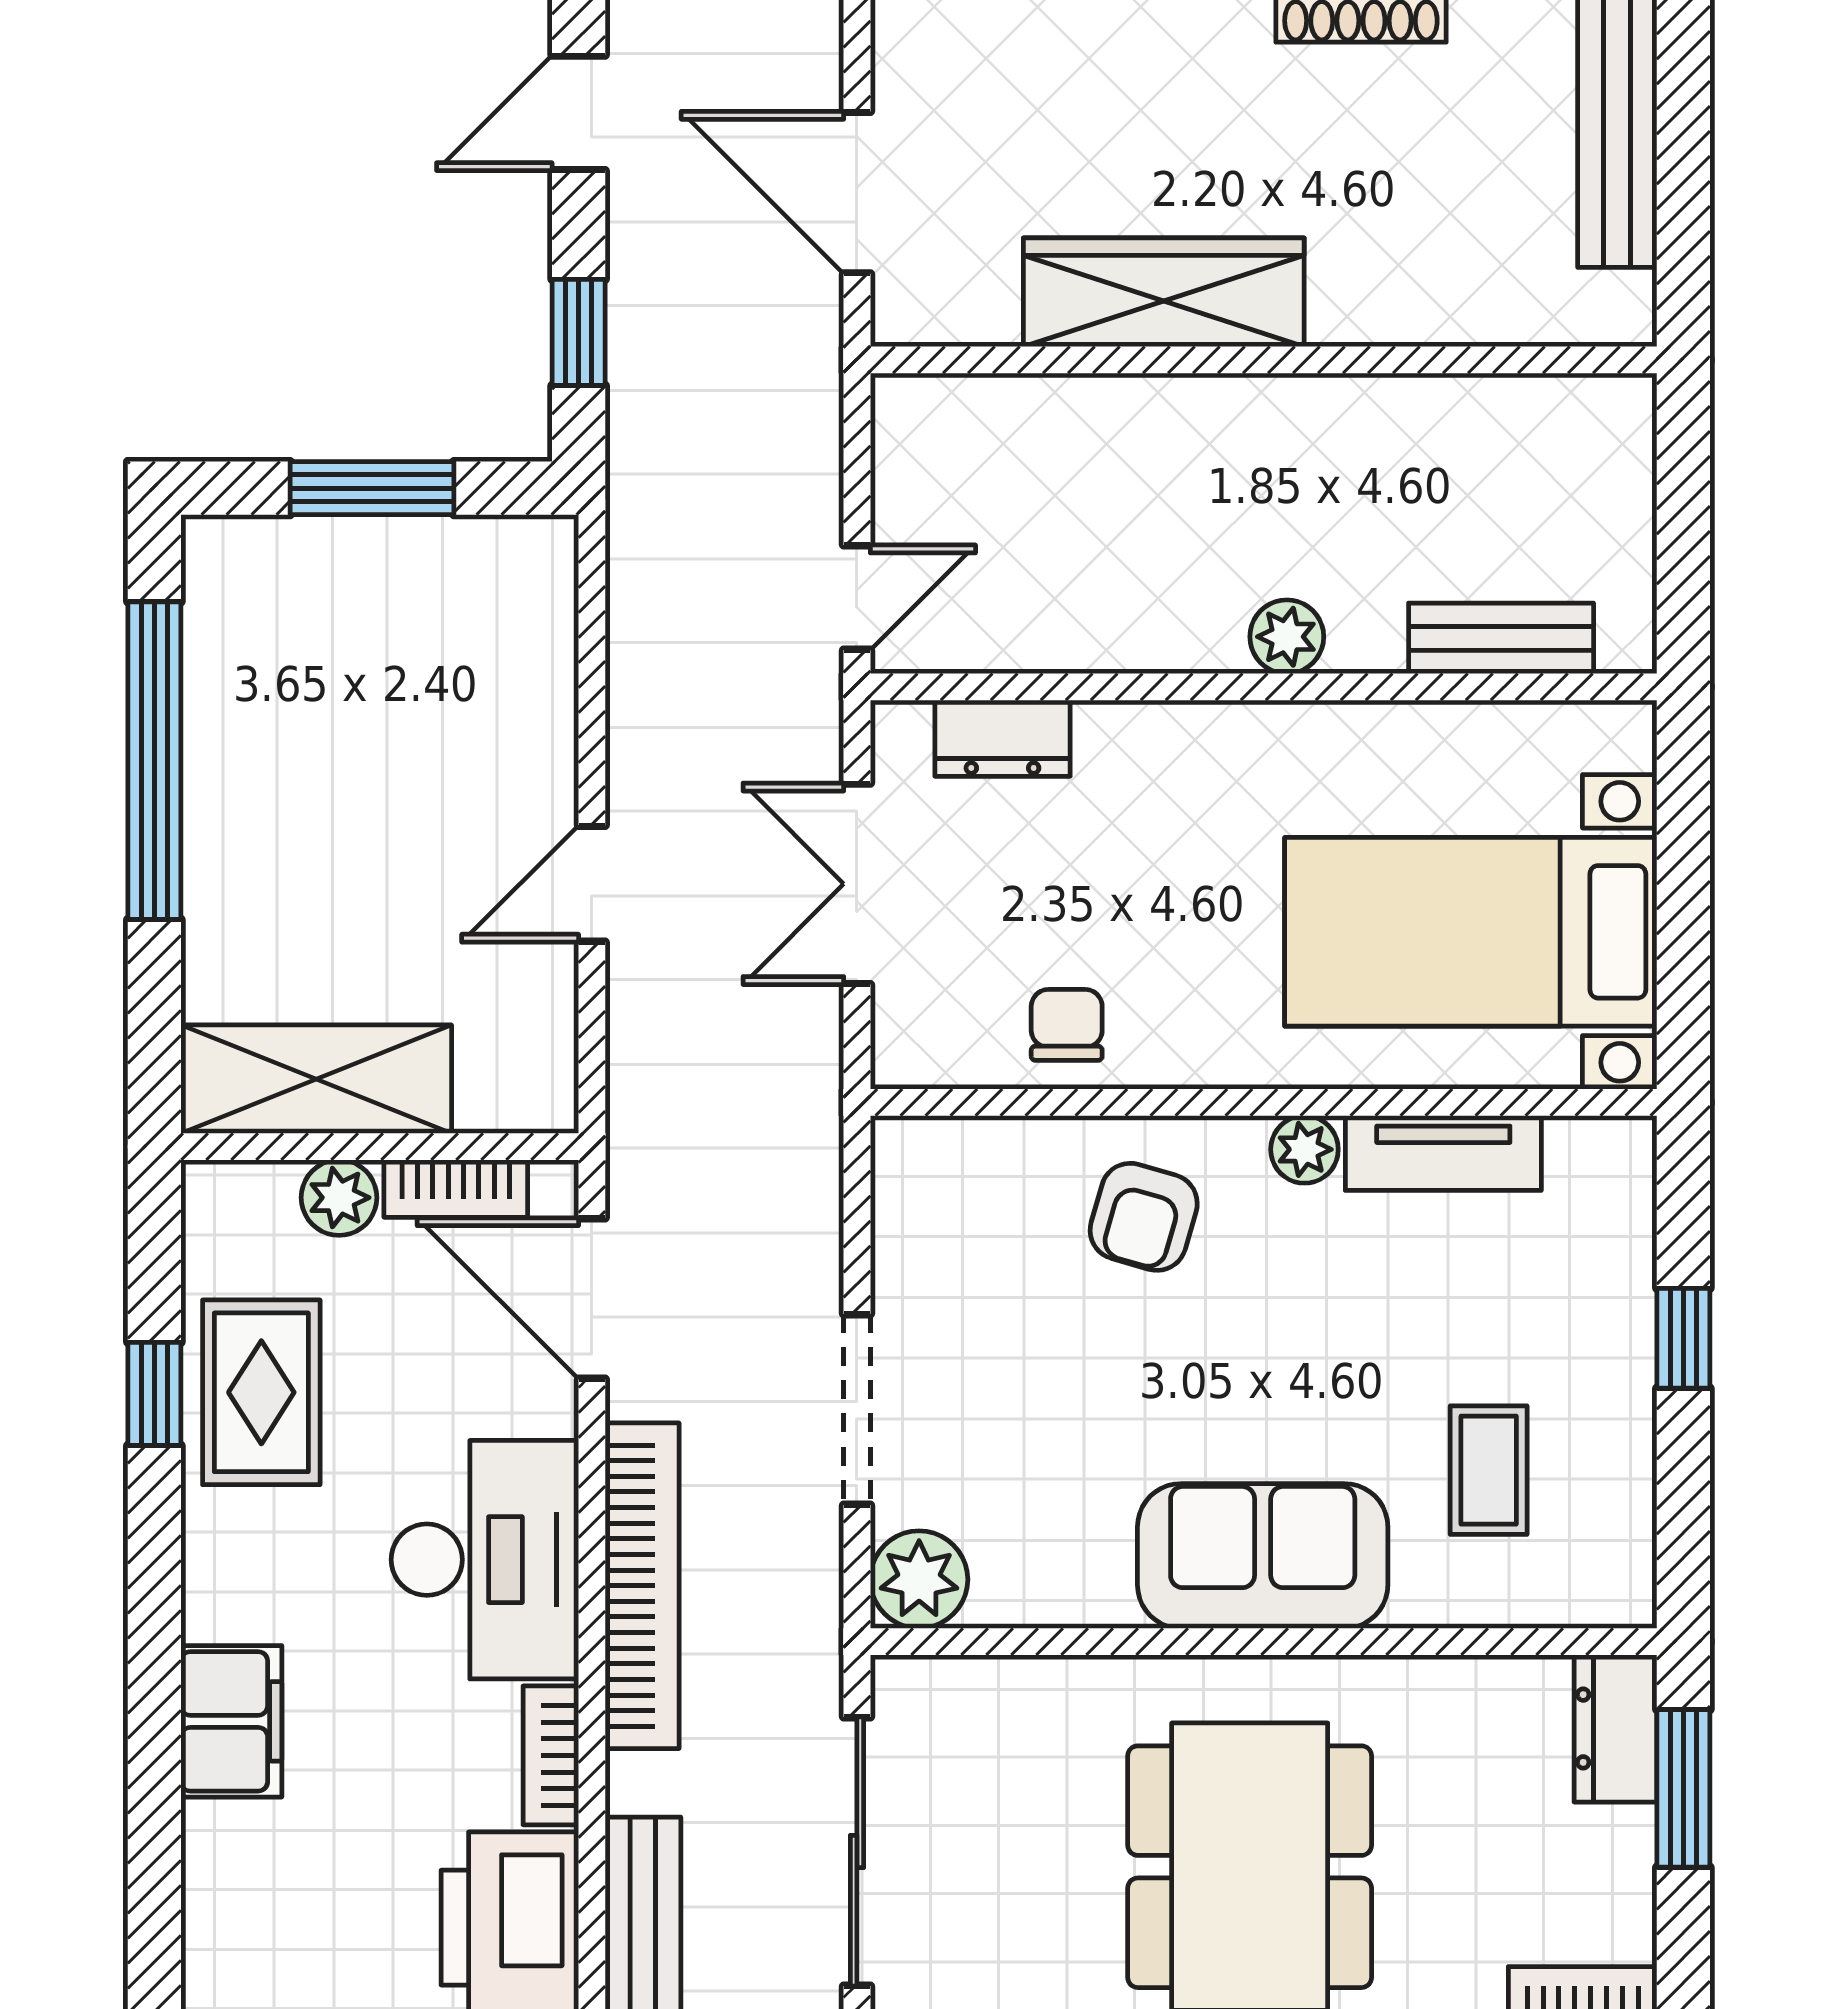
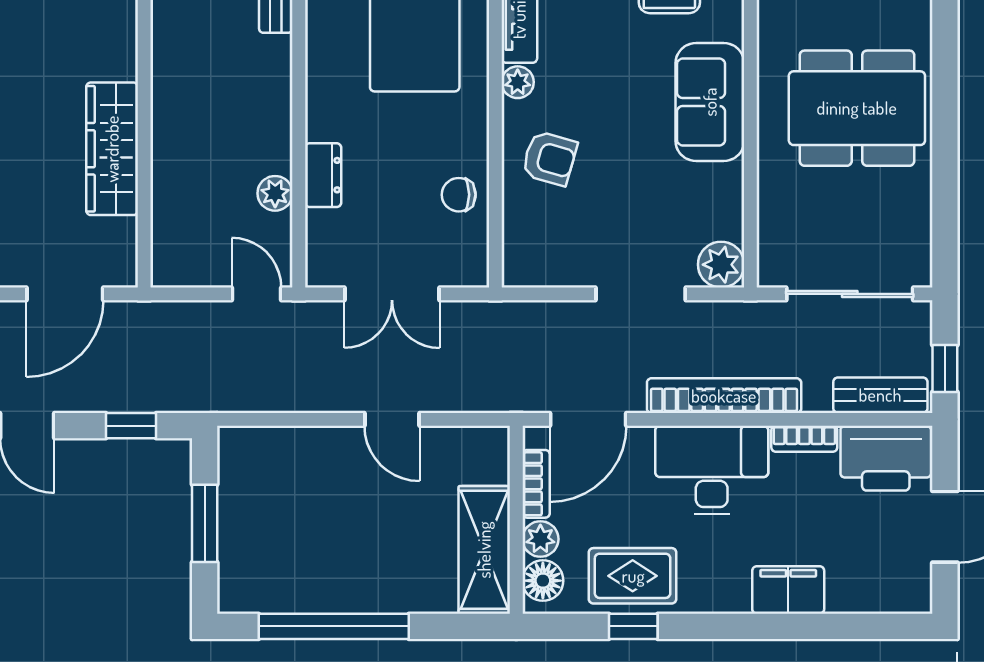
plant: (1287, 637) -> (275, 193), moved
dresser: (1002, 738) -> (323, 175), moved
floor lamp: (251, 1203) -> (543, 581), added

